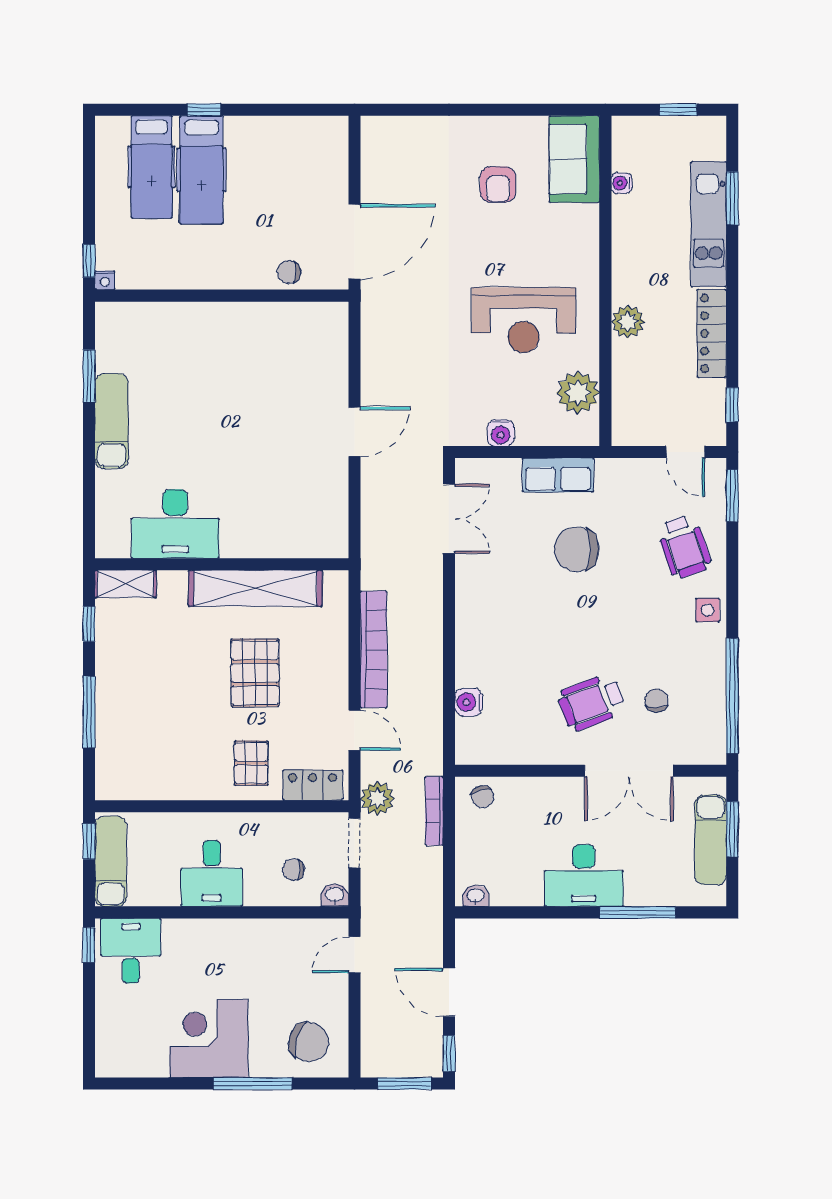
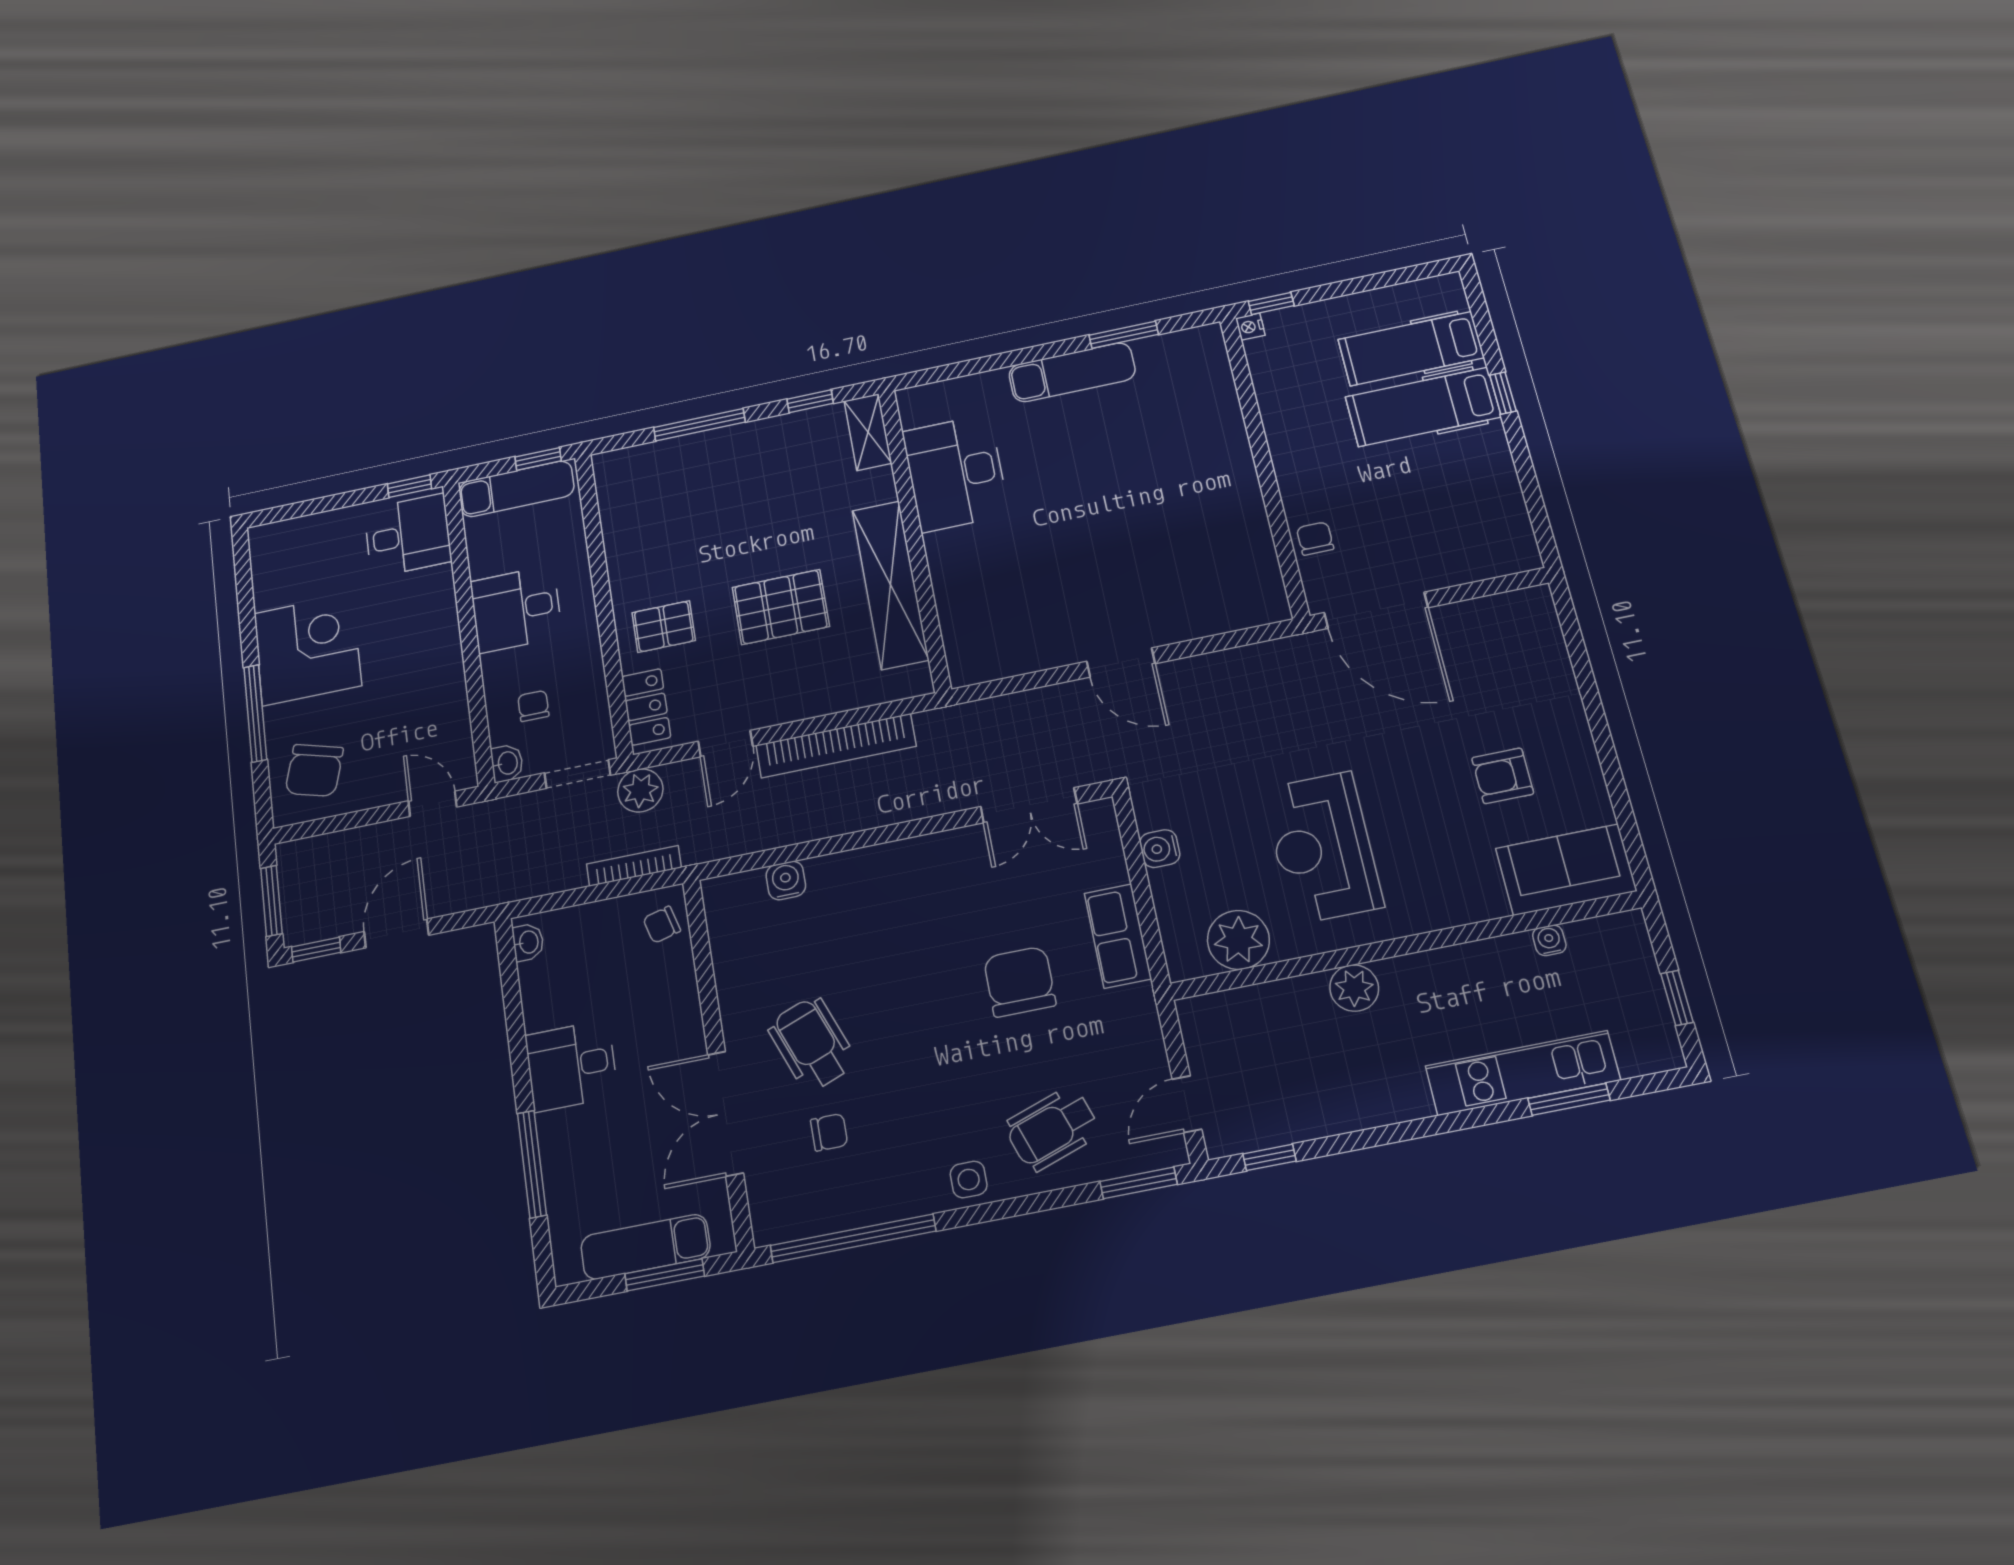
locker: (712, 333) -> (1366, 1108), removed
desk: (584, 876) -> (571, 1066), width x0.73

